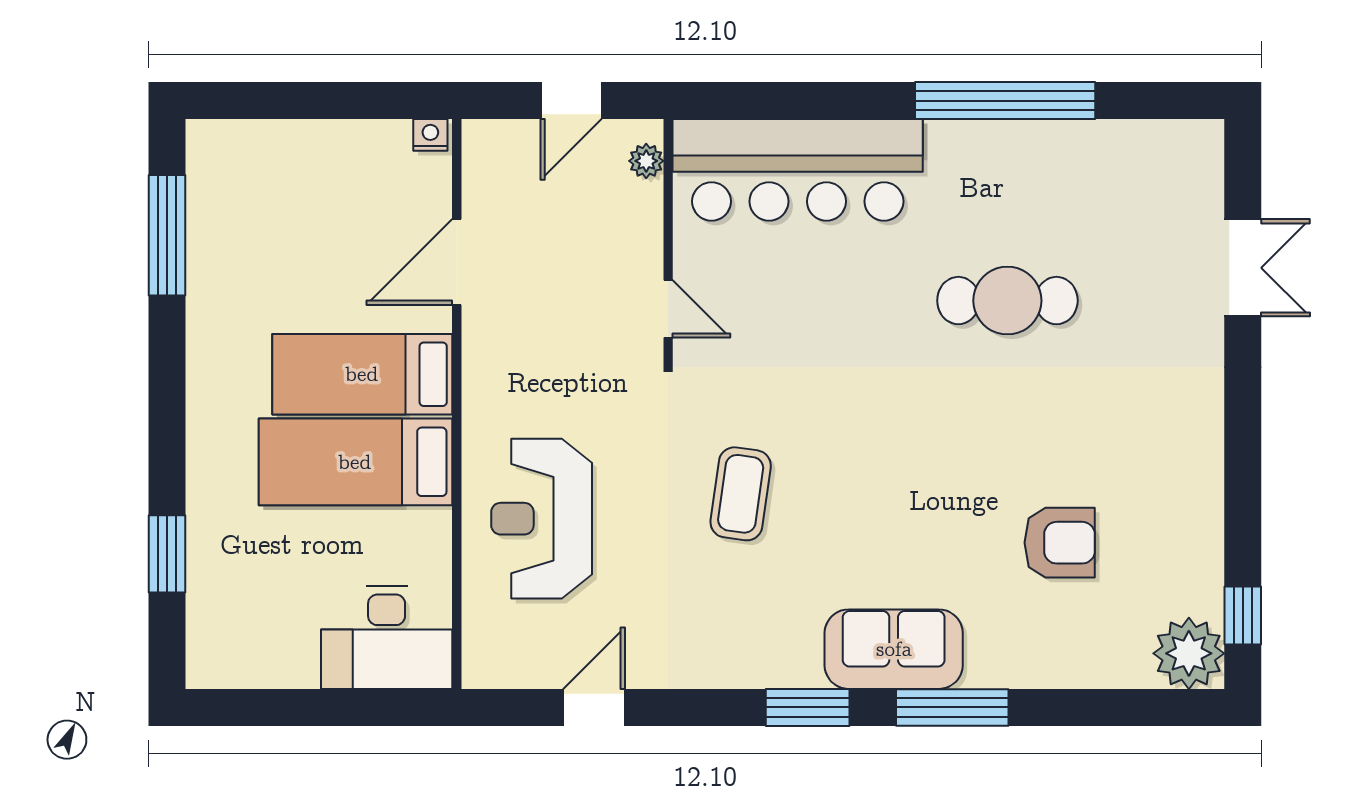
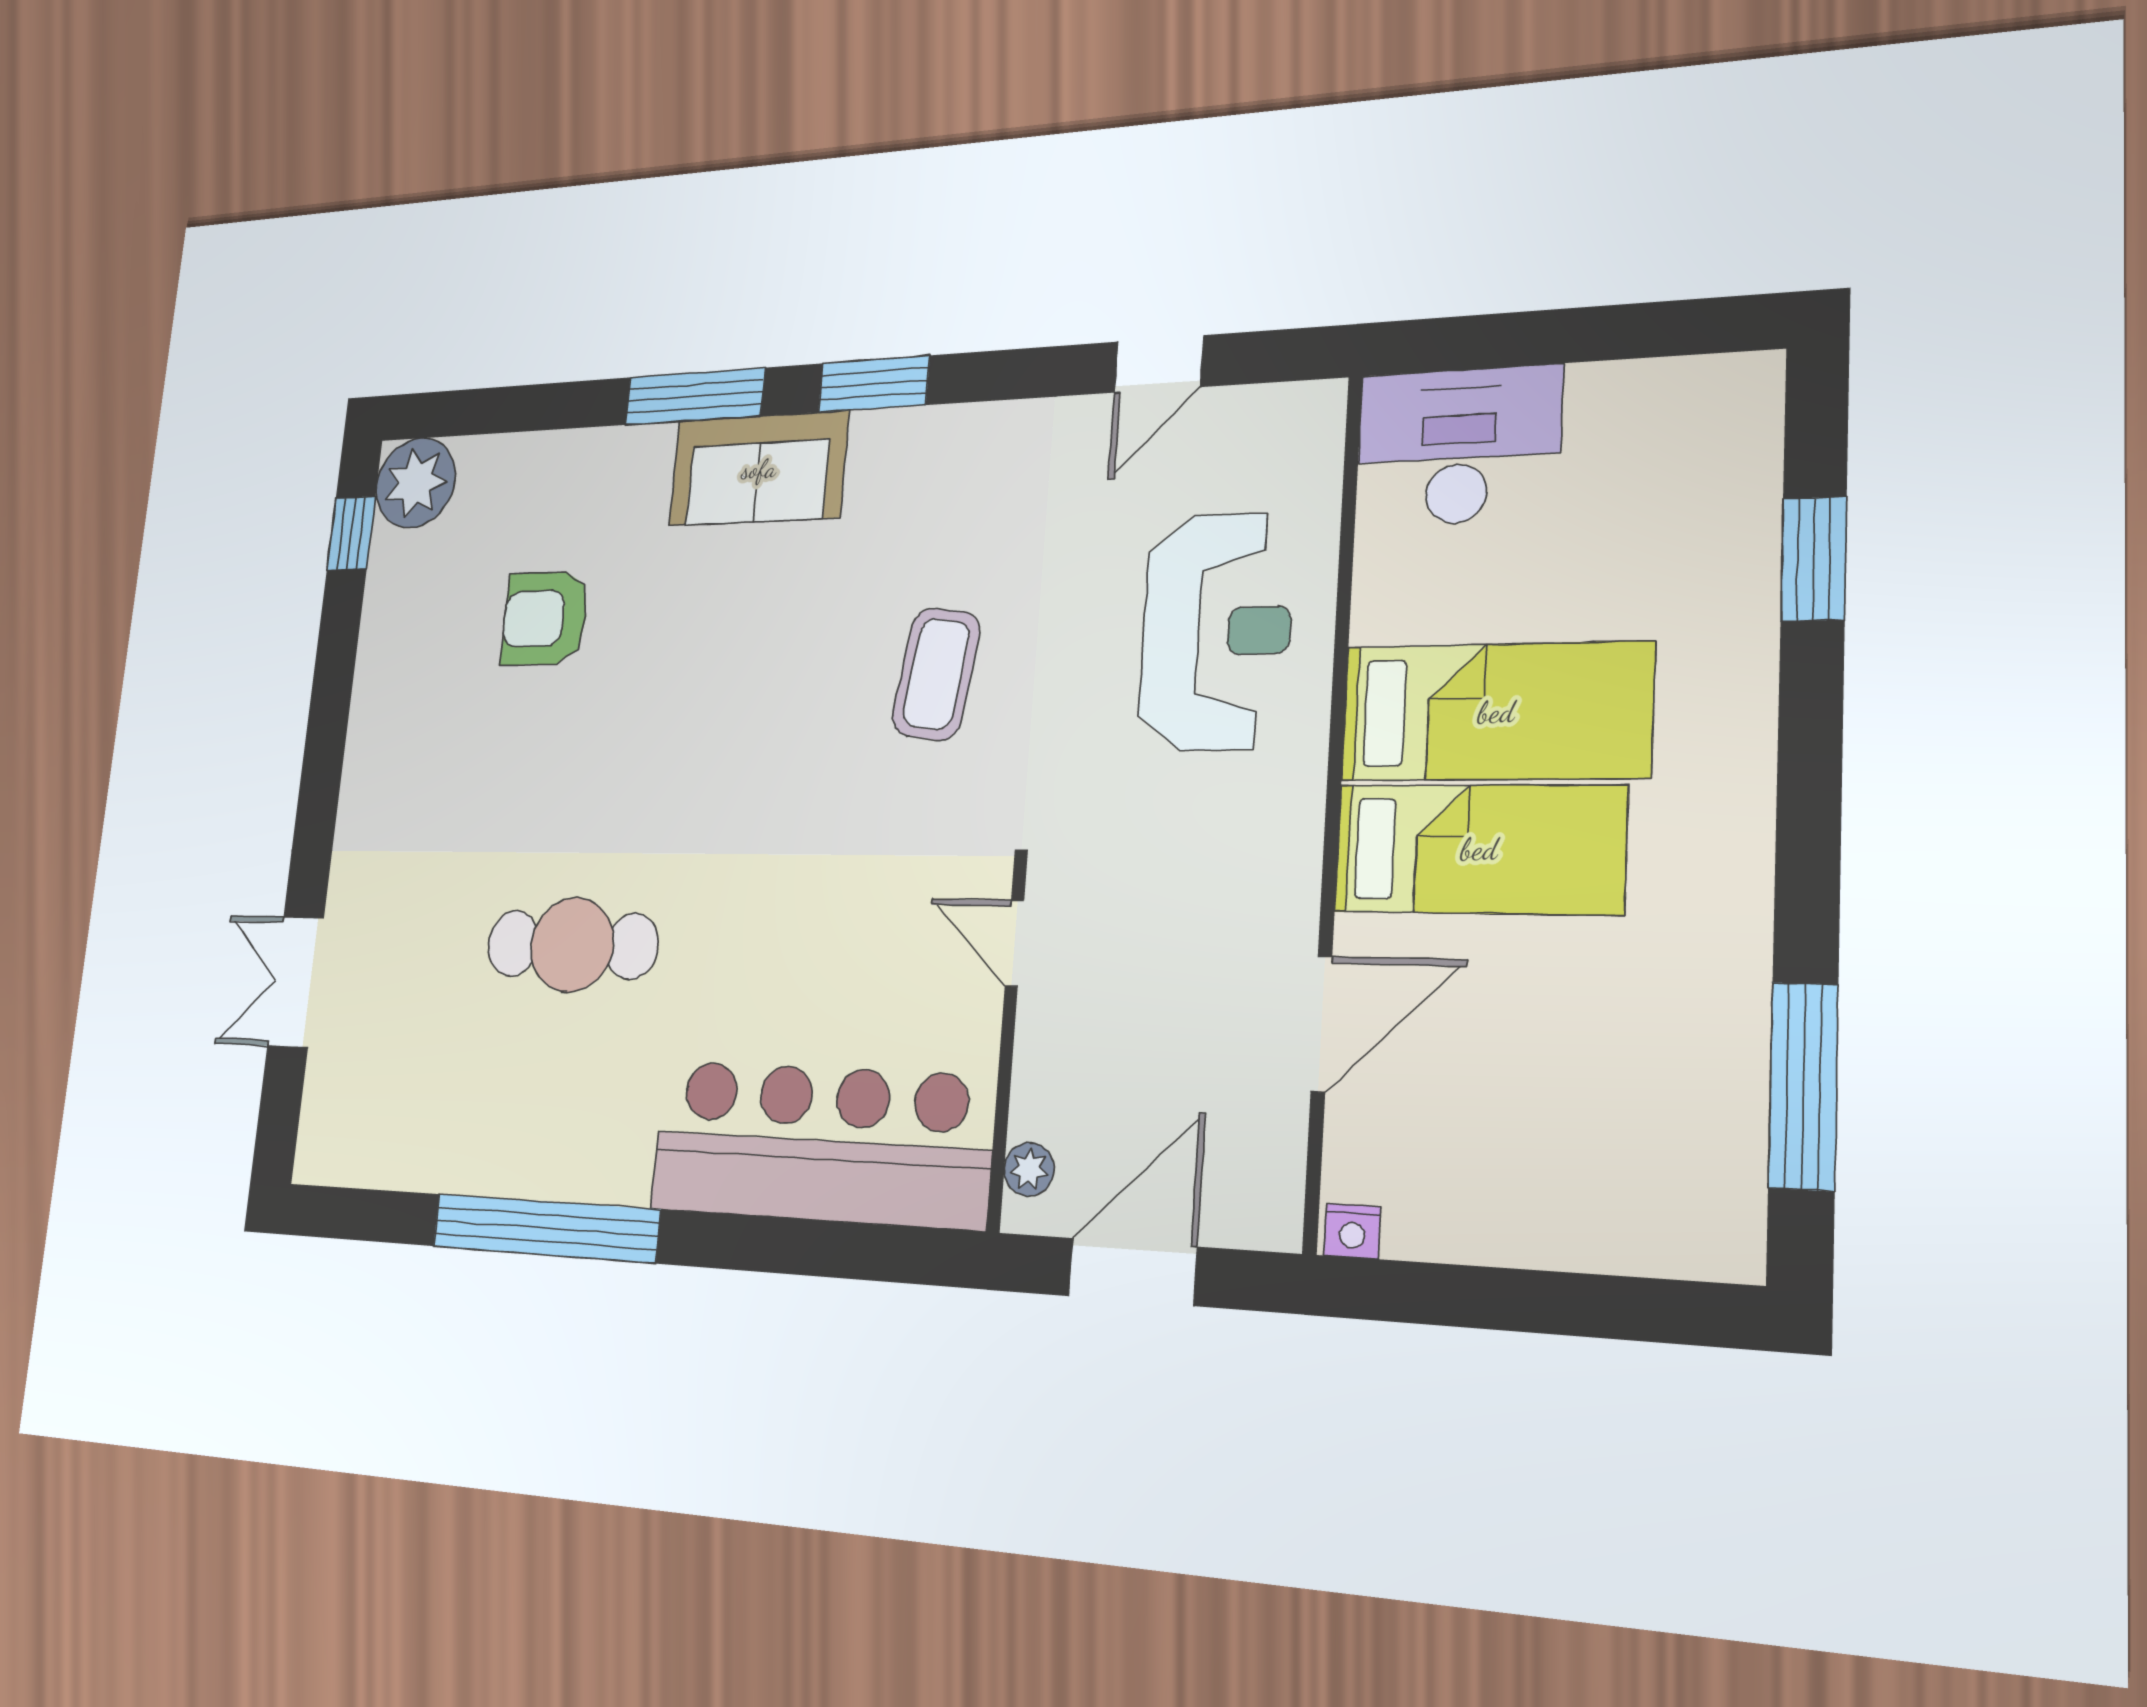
door: (571, 101) -> (1132, 1272), width x1.38

